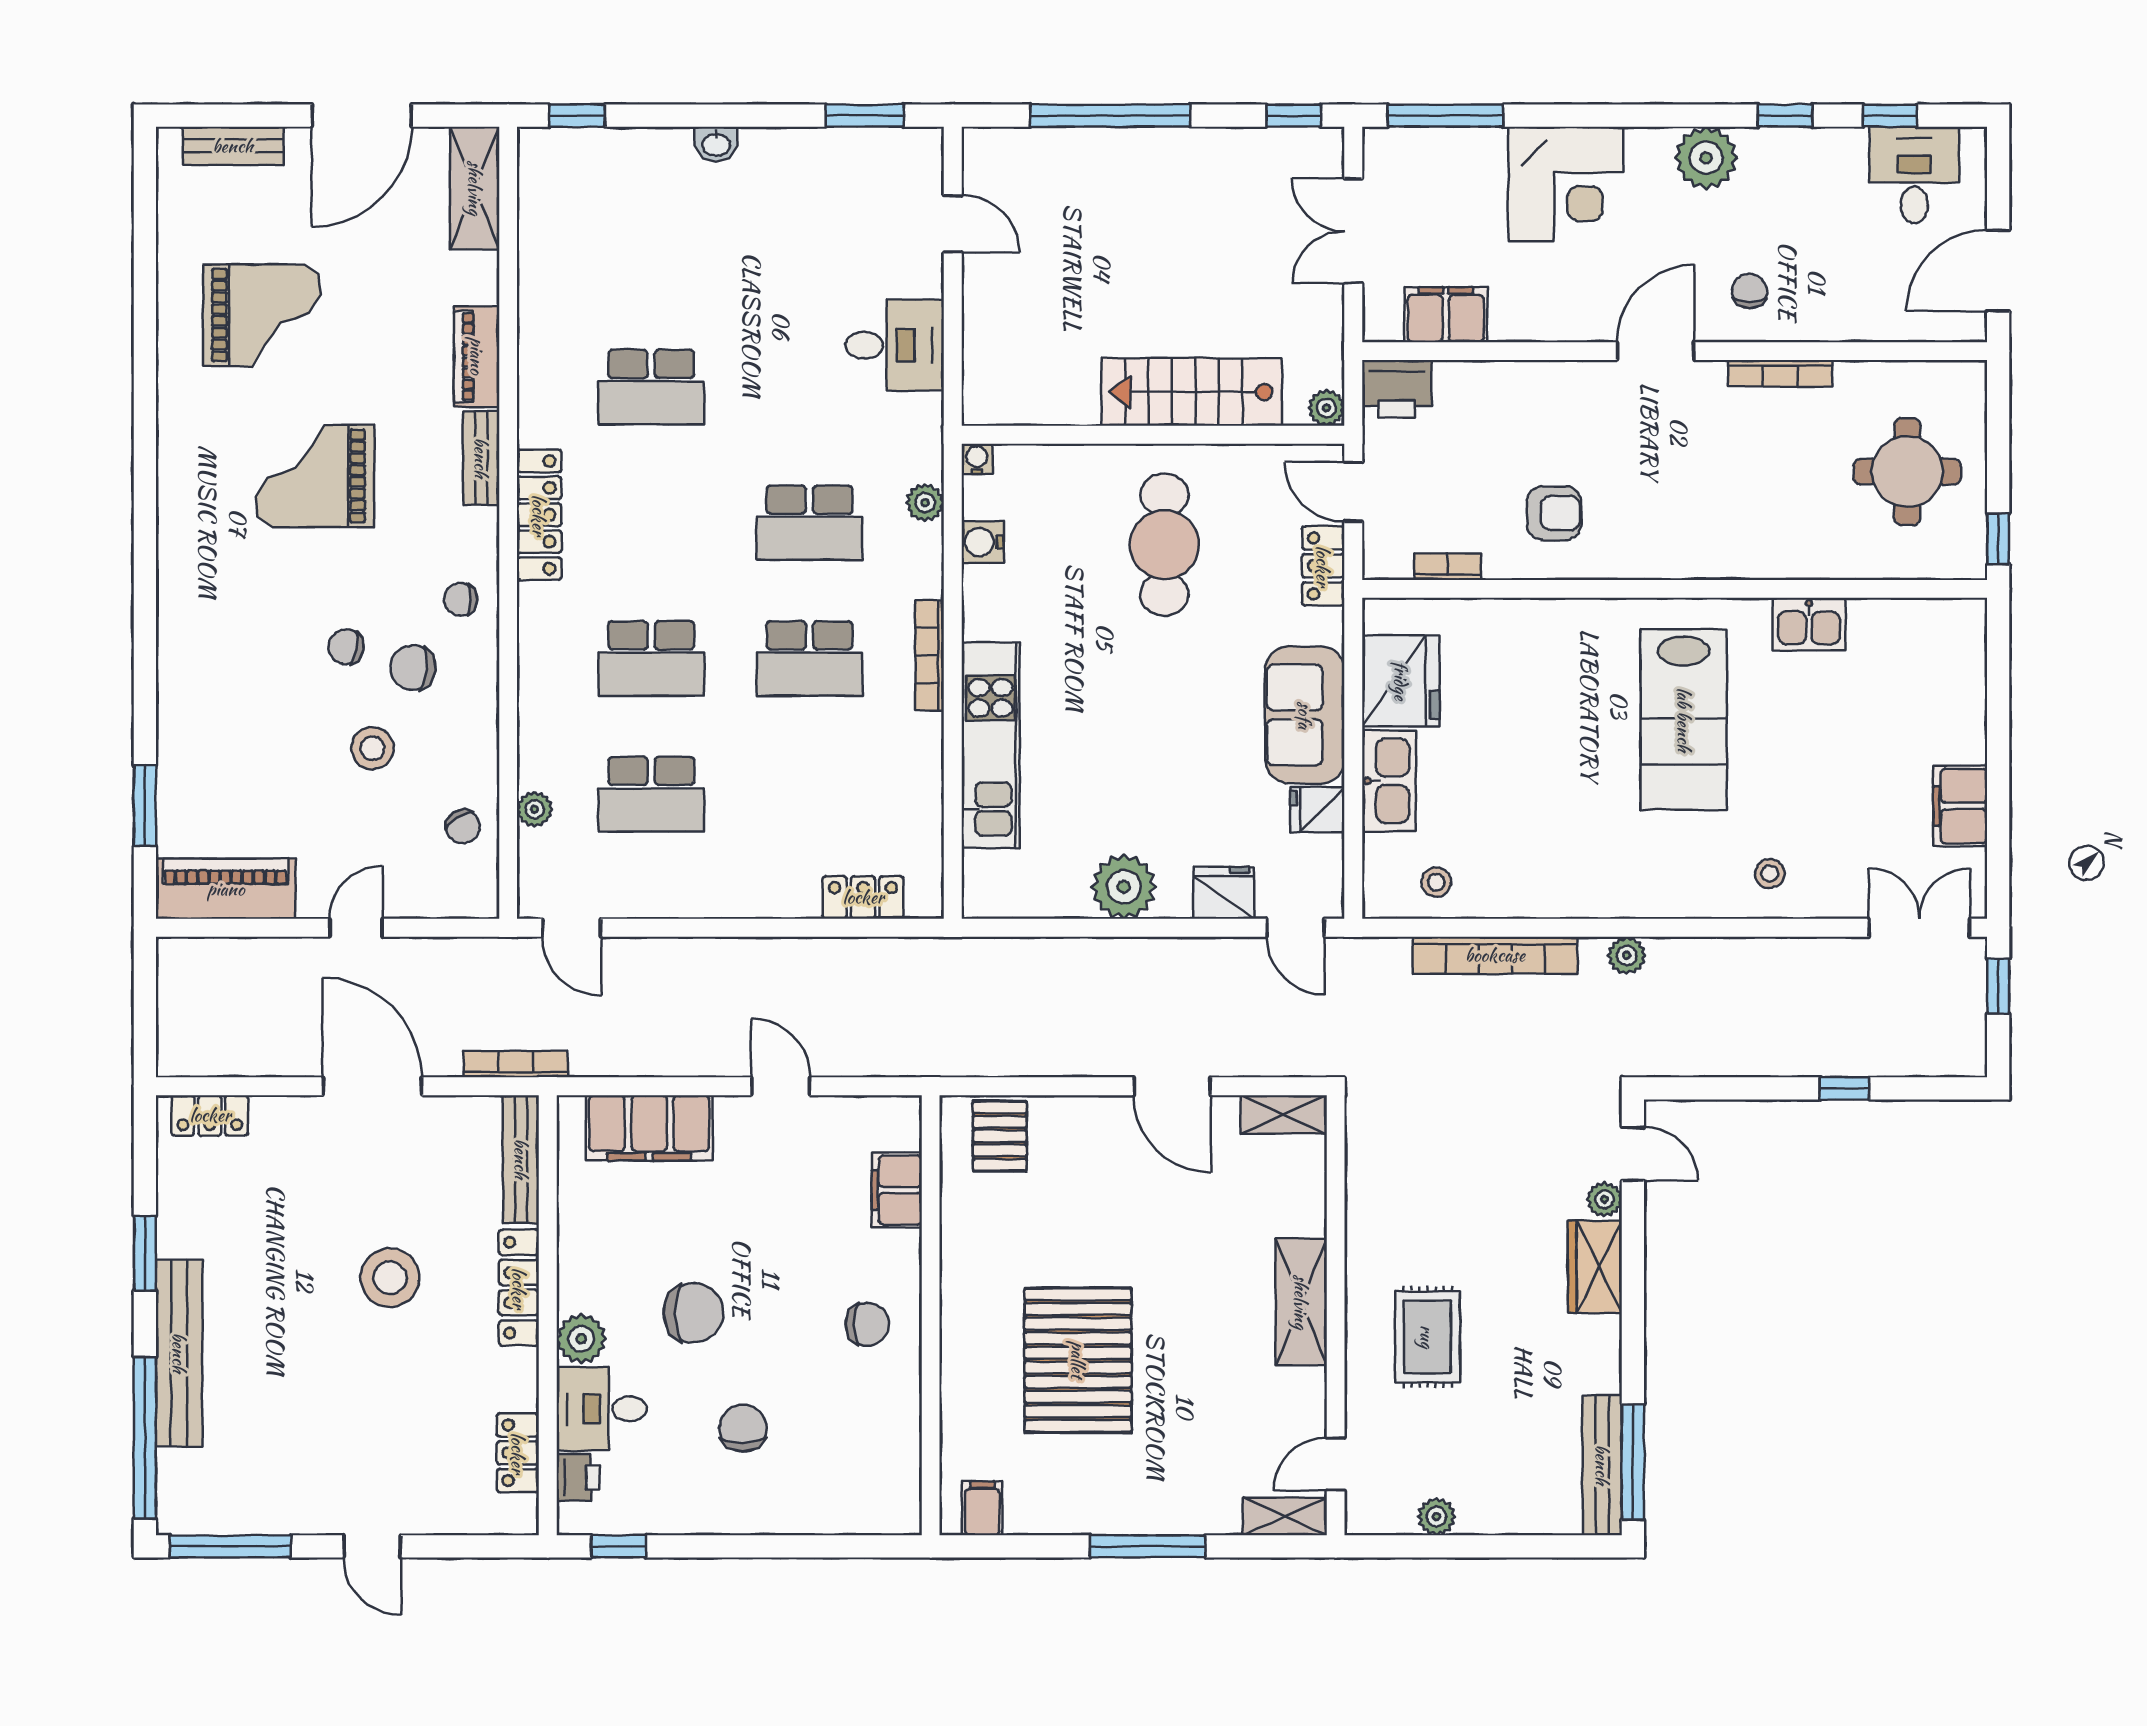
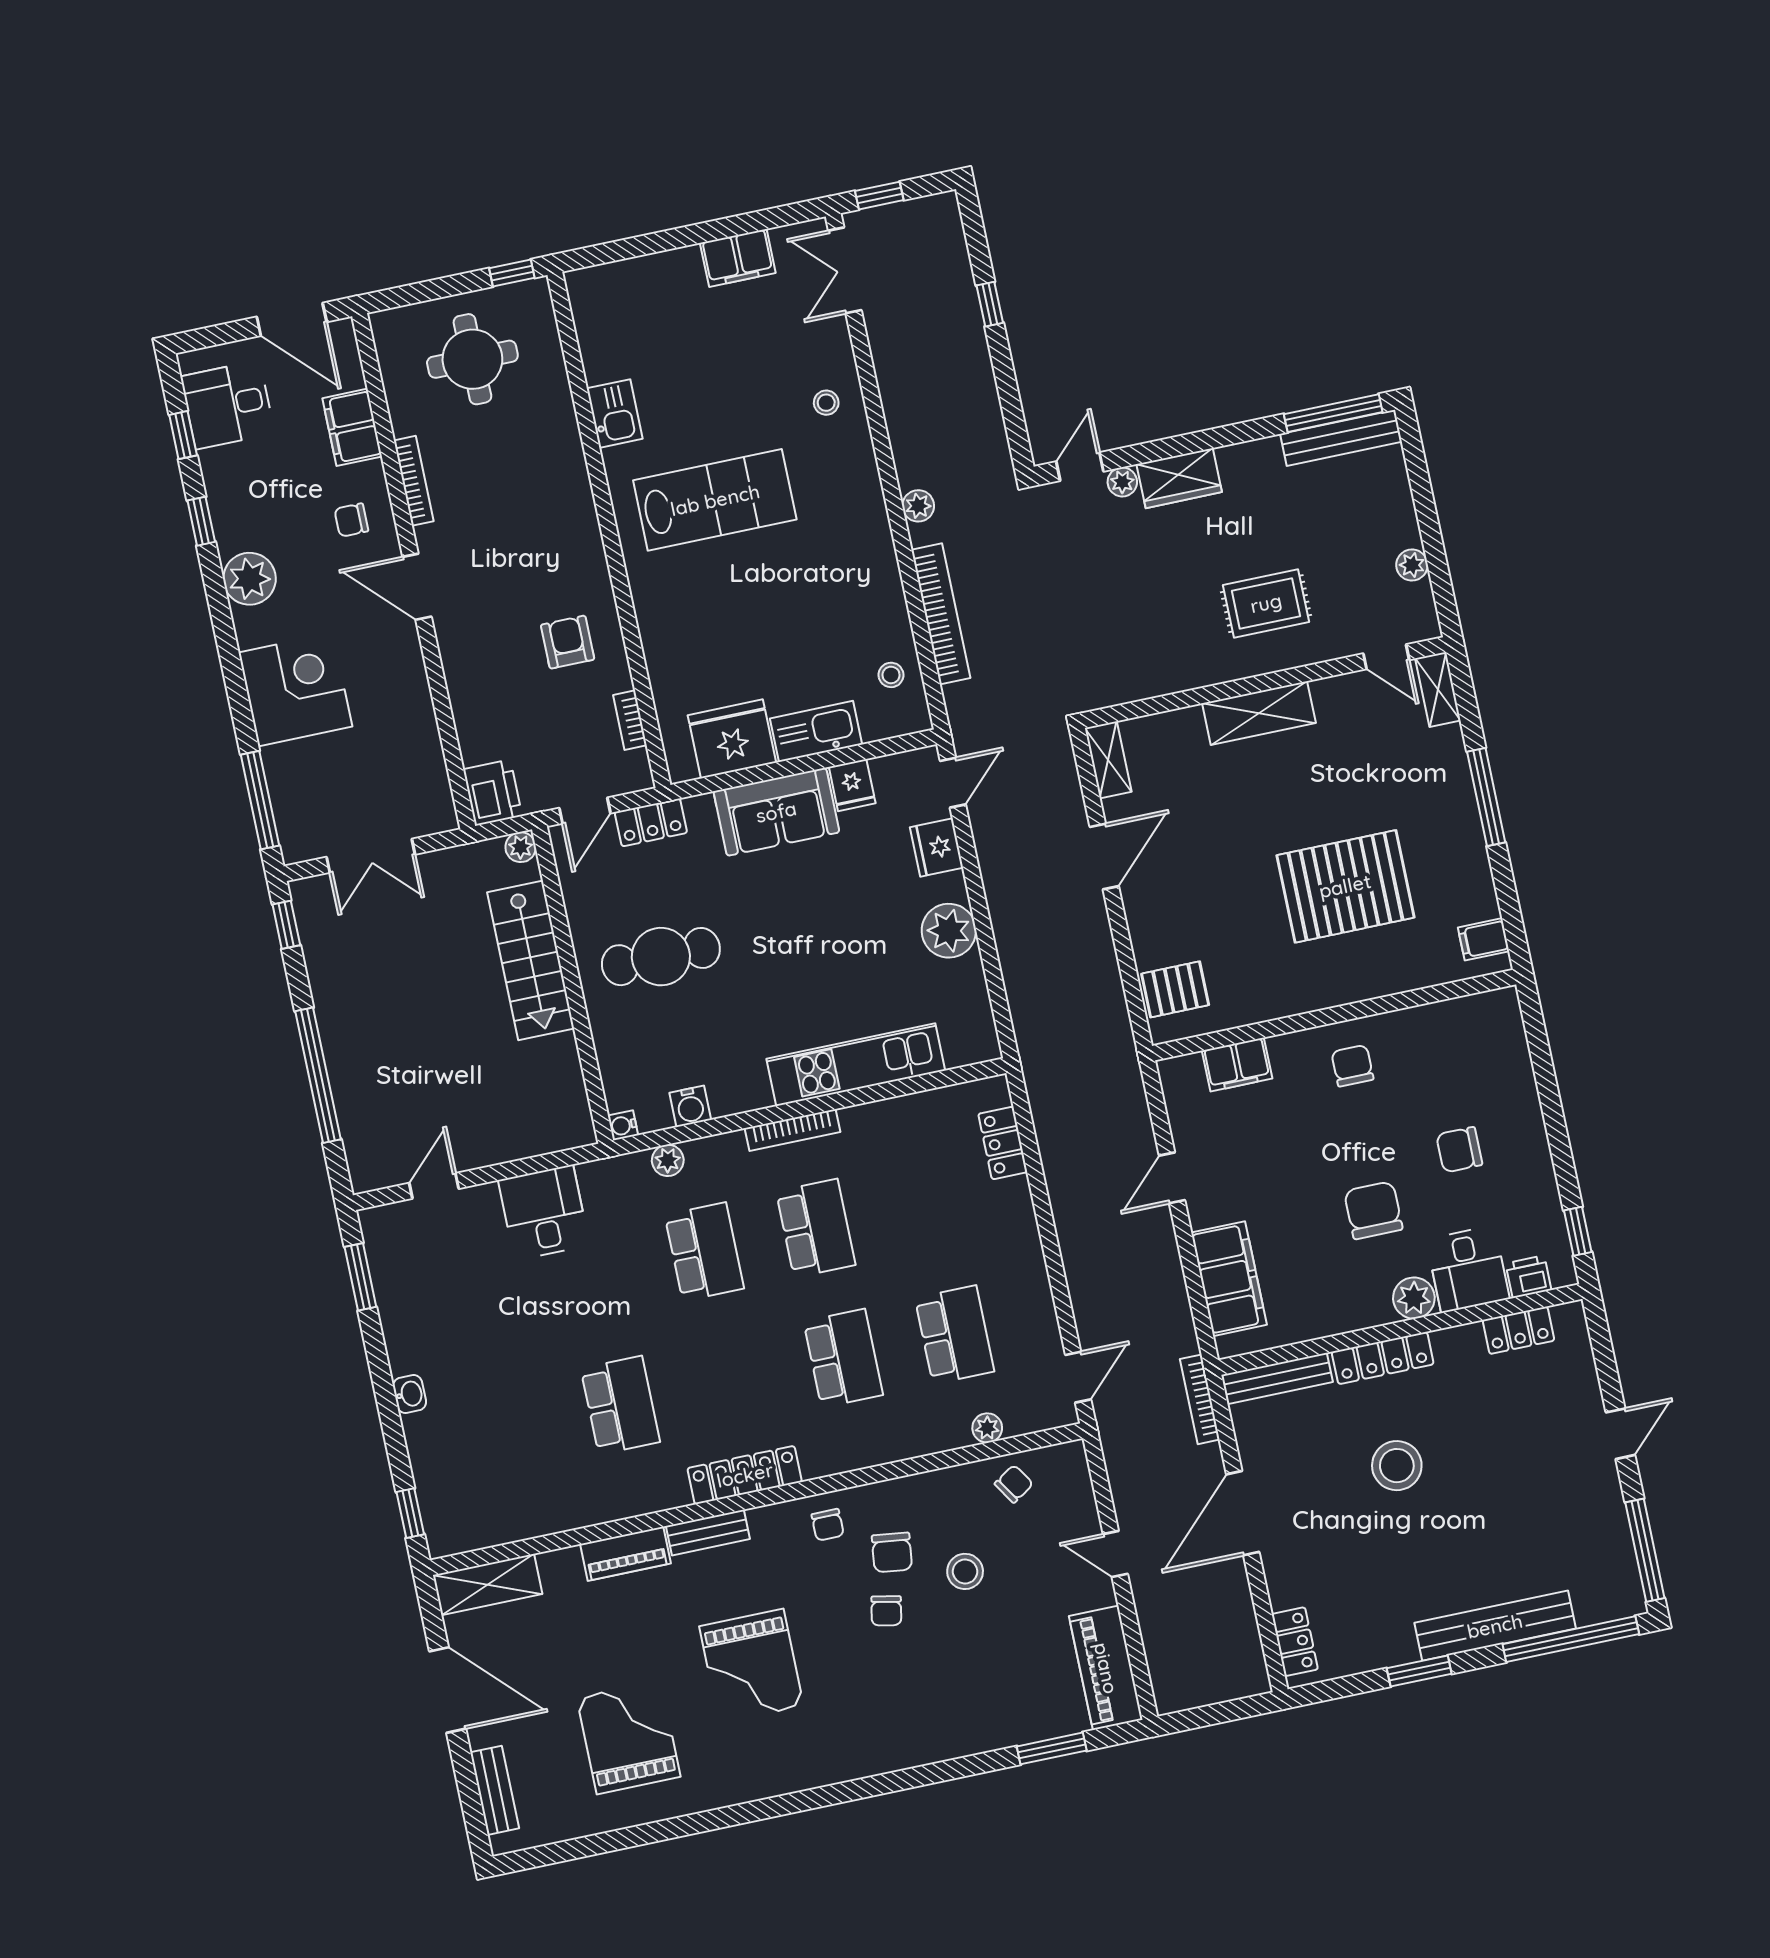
filing cabinet: (1446, 315) -> (352, 427), moved

